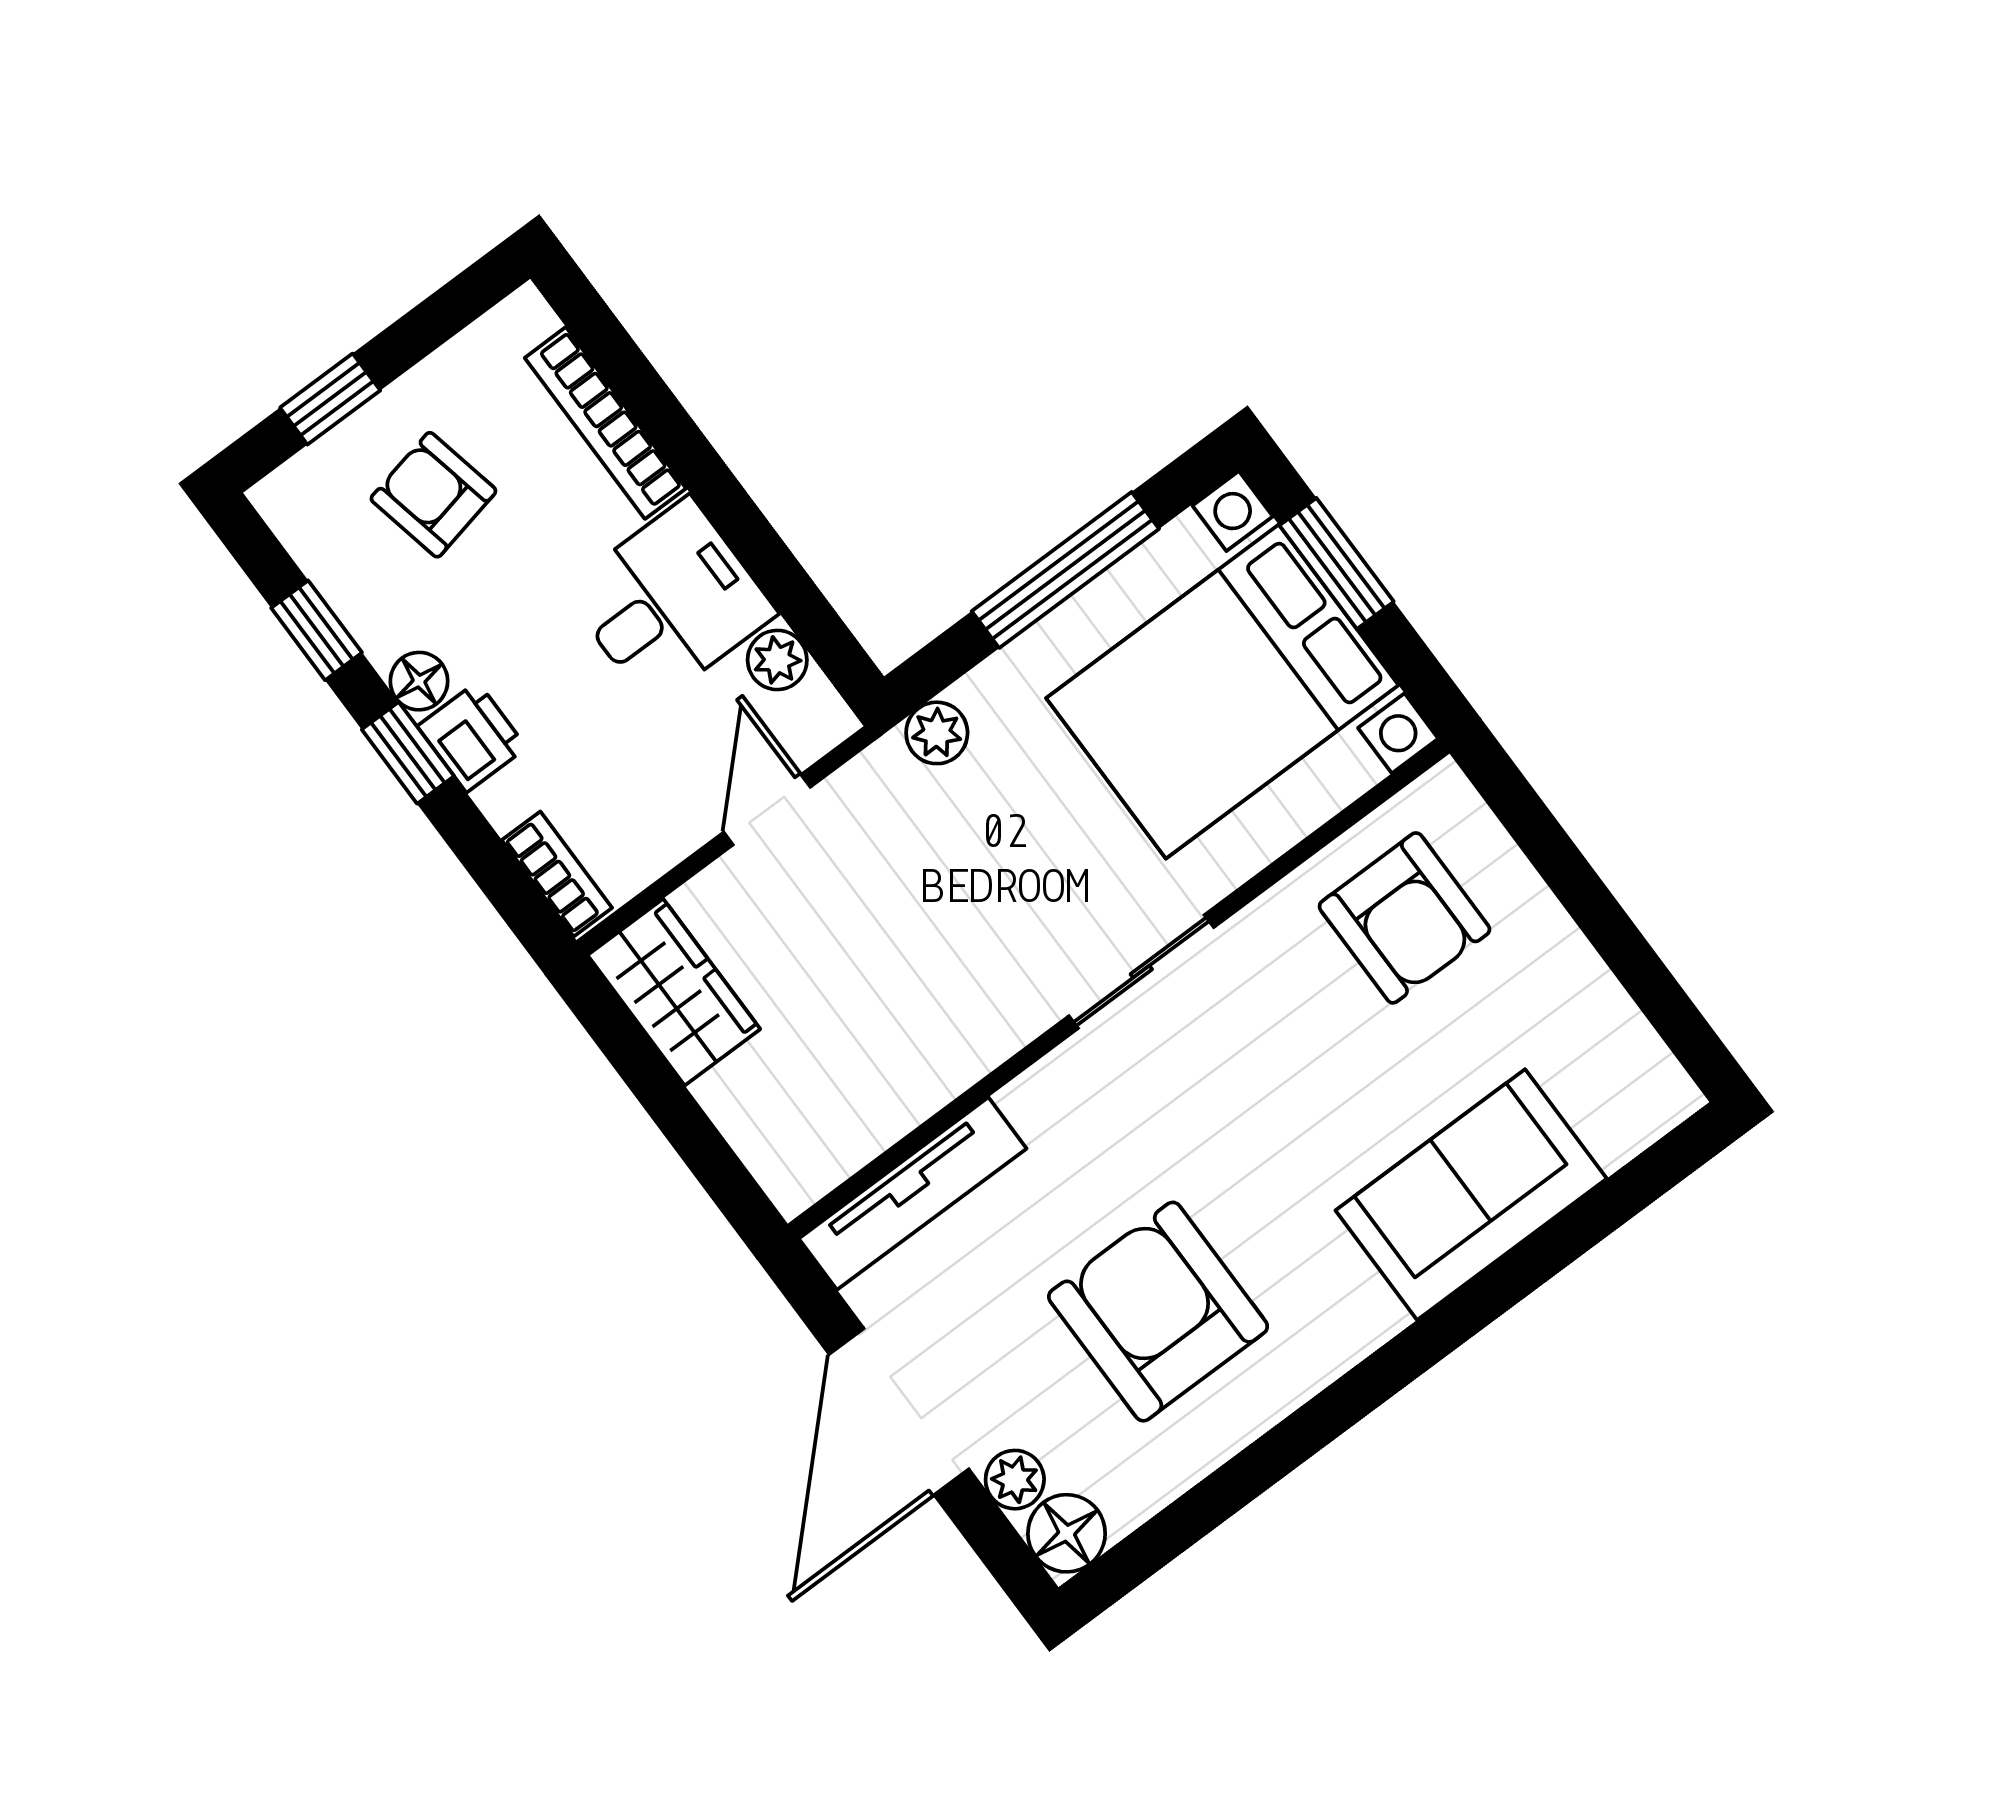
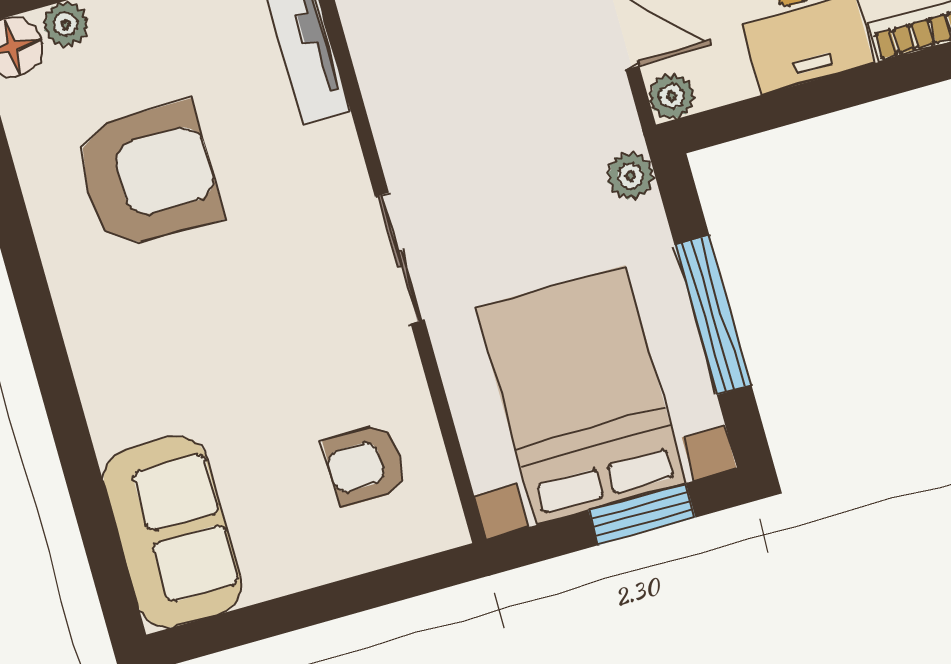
plant: (777, 660) -> (672, 96), moved
armchair: (1404, 918) -> (365, 464), width x0.72, depth x0.72
sofa: (1471, 1195) -> (173, 532), moved

